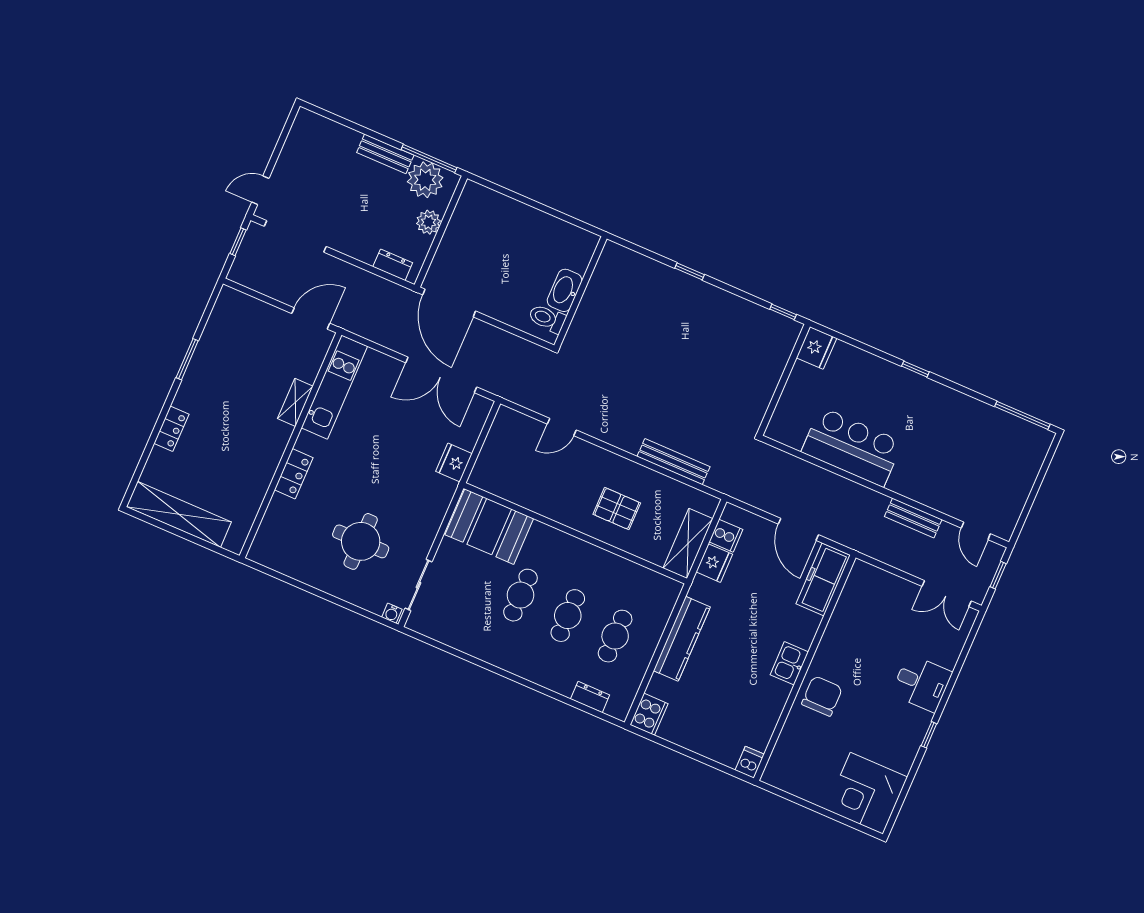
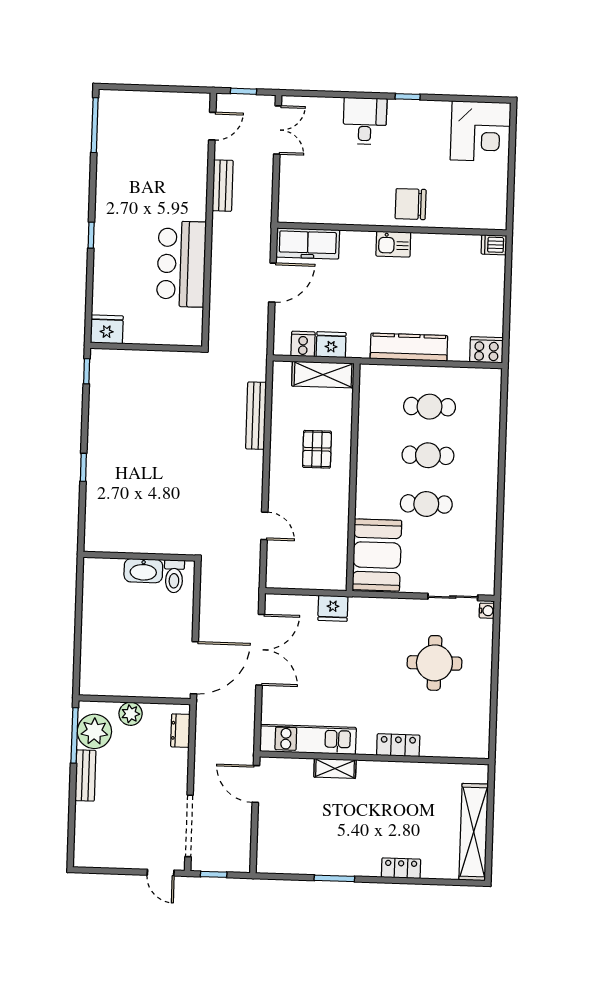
dresser: (590, 697) -> (492, 408), removed

